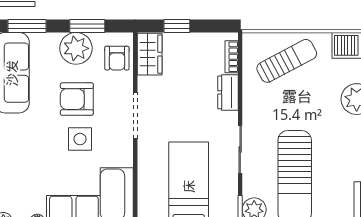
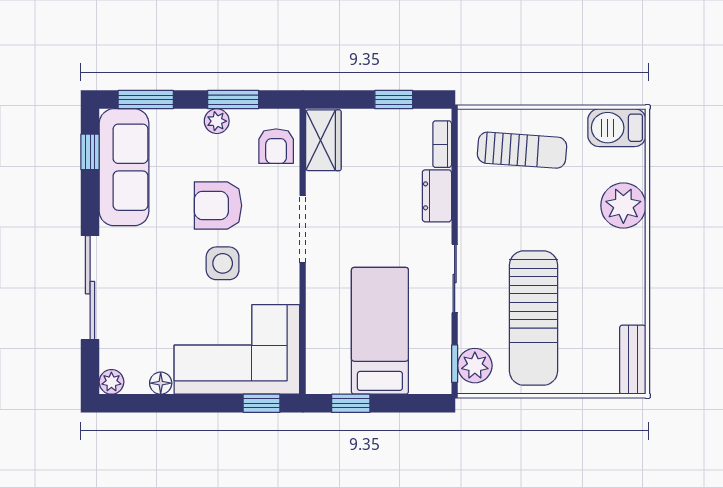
window: (177, 26) -> (394, 100), moved
plant: (76, 48) -> (217, 121), width x0.53, depth x0.53
sun lounger: (287, 61) -> (522, 150), turned 32

